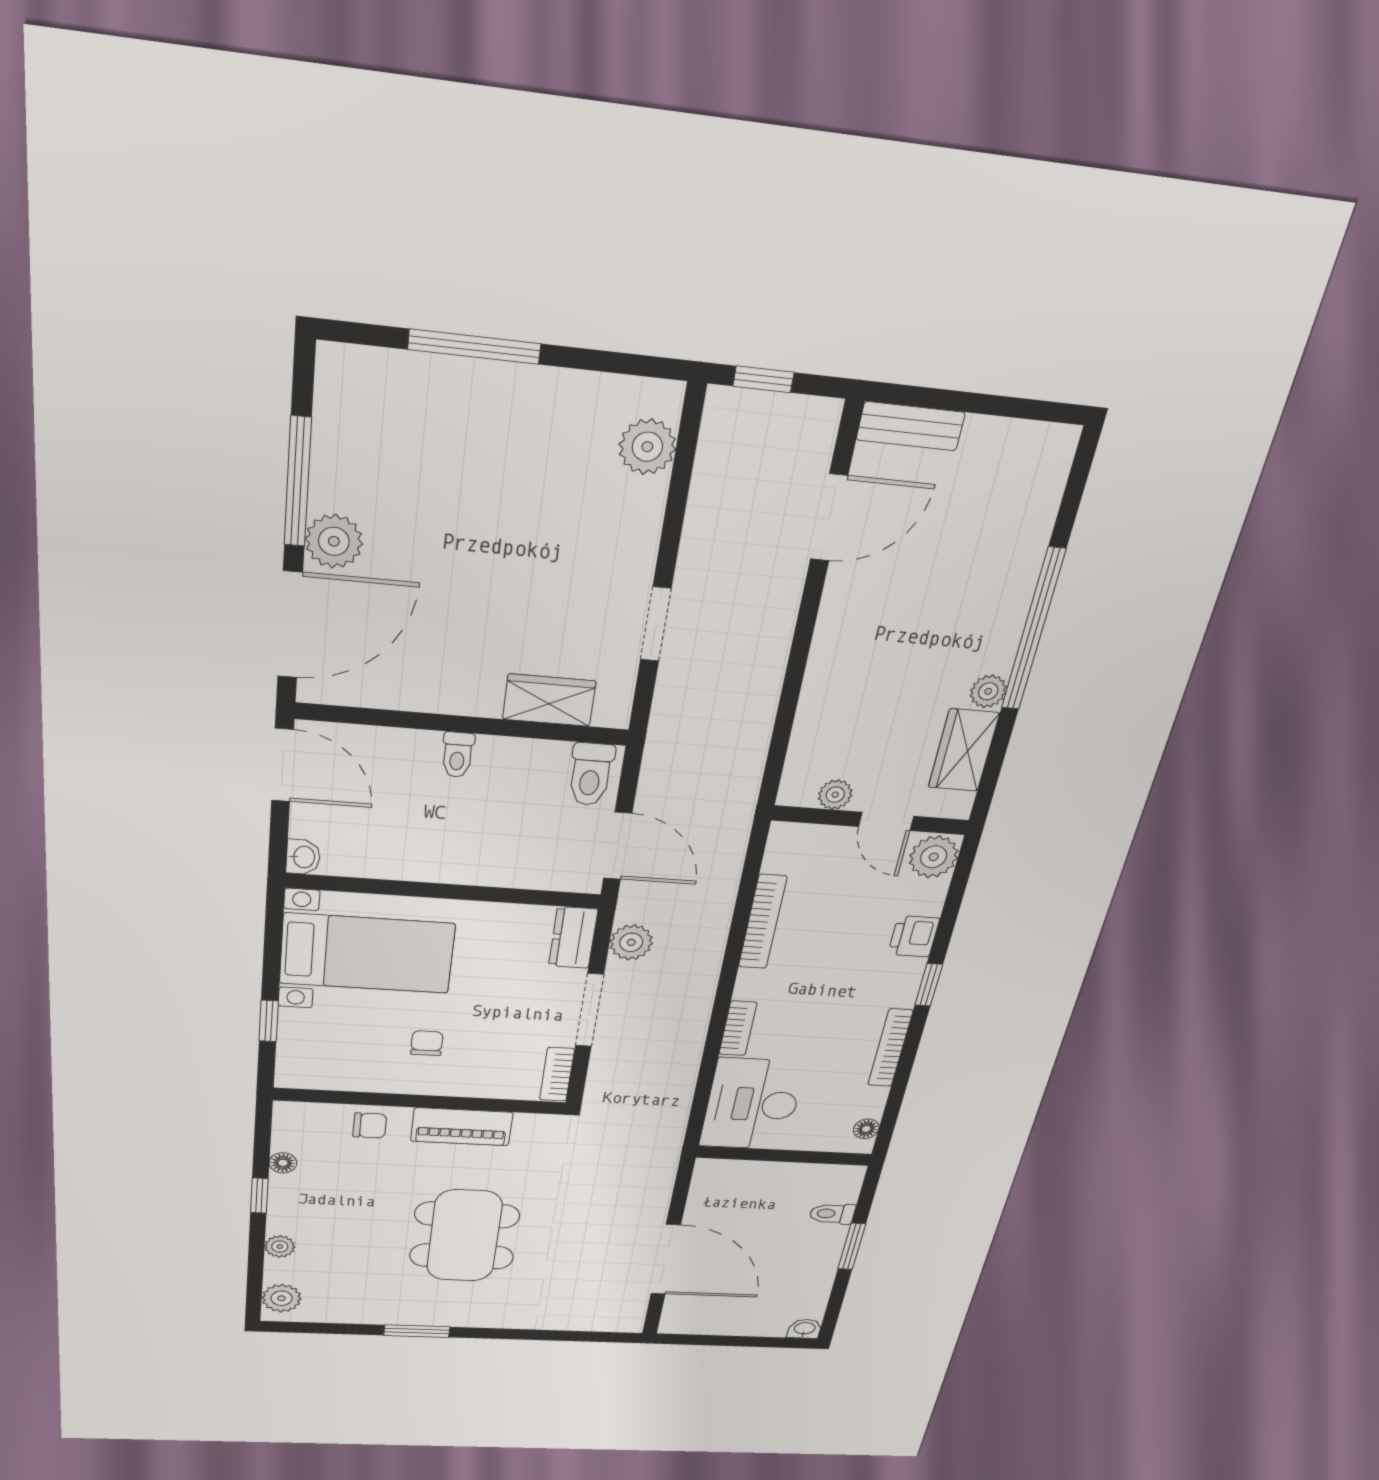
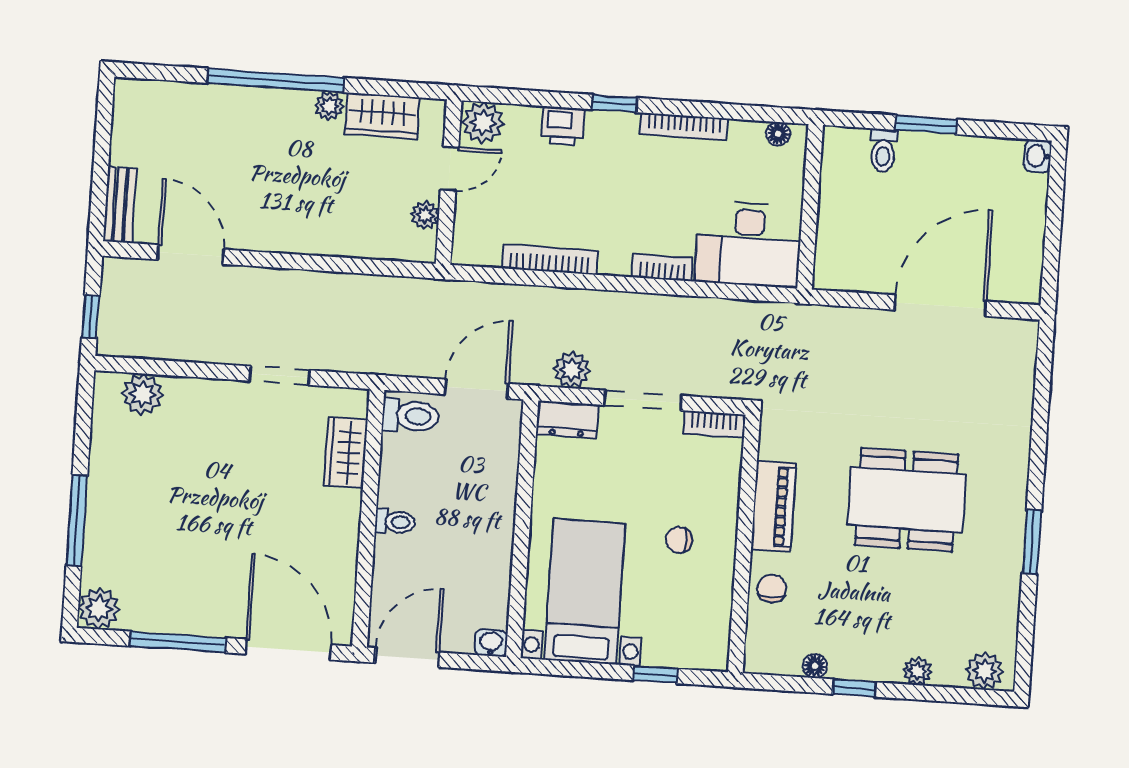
plant: (334, 541) -> (99, 608), moved

